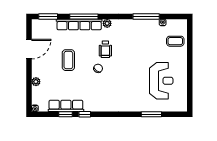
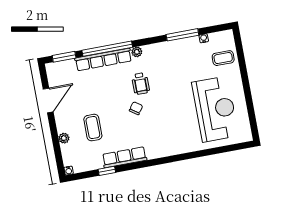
window: (84, 16) -> (107, 49), width x1.46
coffee table: (68, 60) -> (93, 128), moved
reception desk: (161, 81) -> (215, 109), width x1.36, depth x1.30
row of seats: (66, 106) -> (124, 157), moved
window: (85, 114) -> (130, 167), removed
window: (151, 114) -> (211, 152), removed

